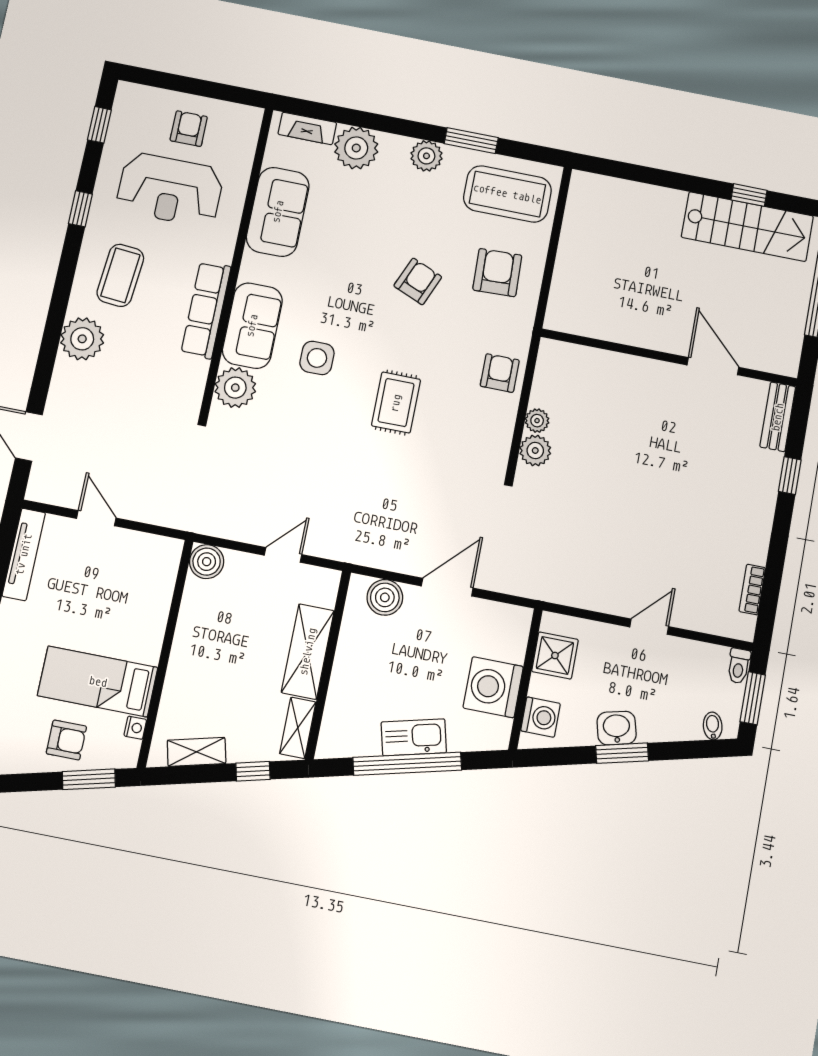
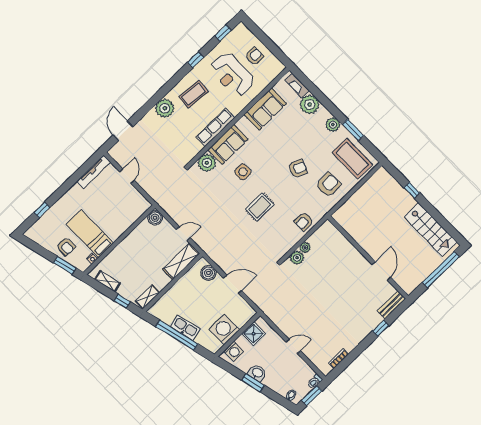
window: (749, 195) -> (412, 190), moved
armchair: (500, 373) -> (304, 222), turned 180
shelving: (308, 652) -> (181, 261), moved

